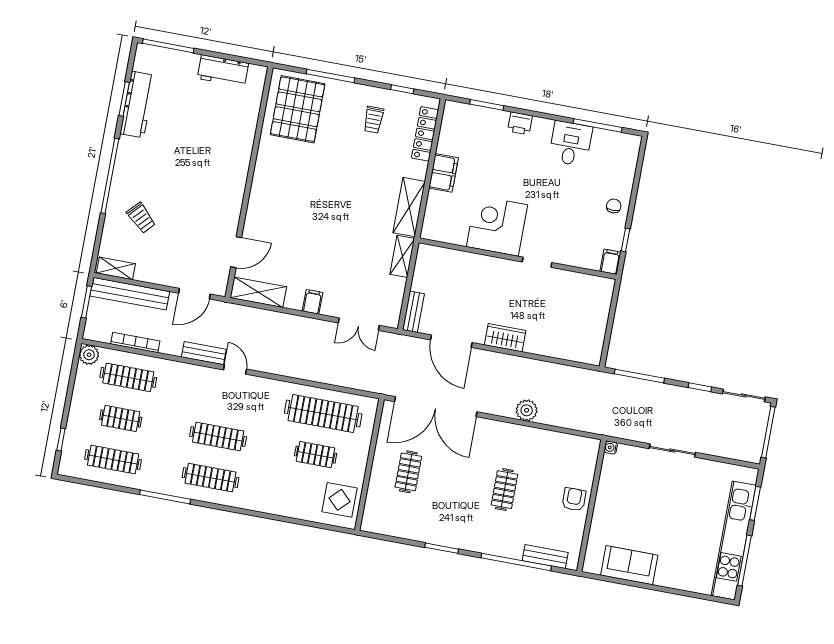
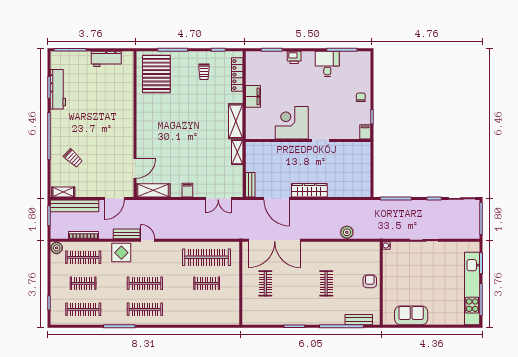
wardrobe: (505, 338) -> (309, 190), width x1.50
plant: (527, 410) -> (347, 232), moved
display table: (340, 500) -> (121, 253), moved

